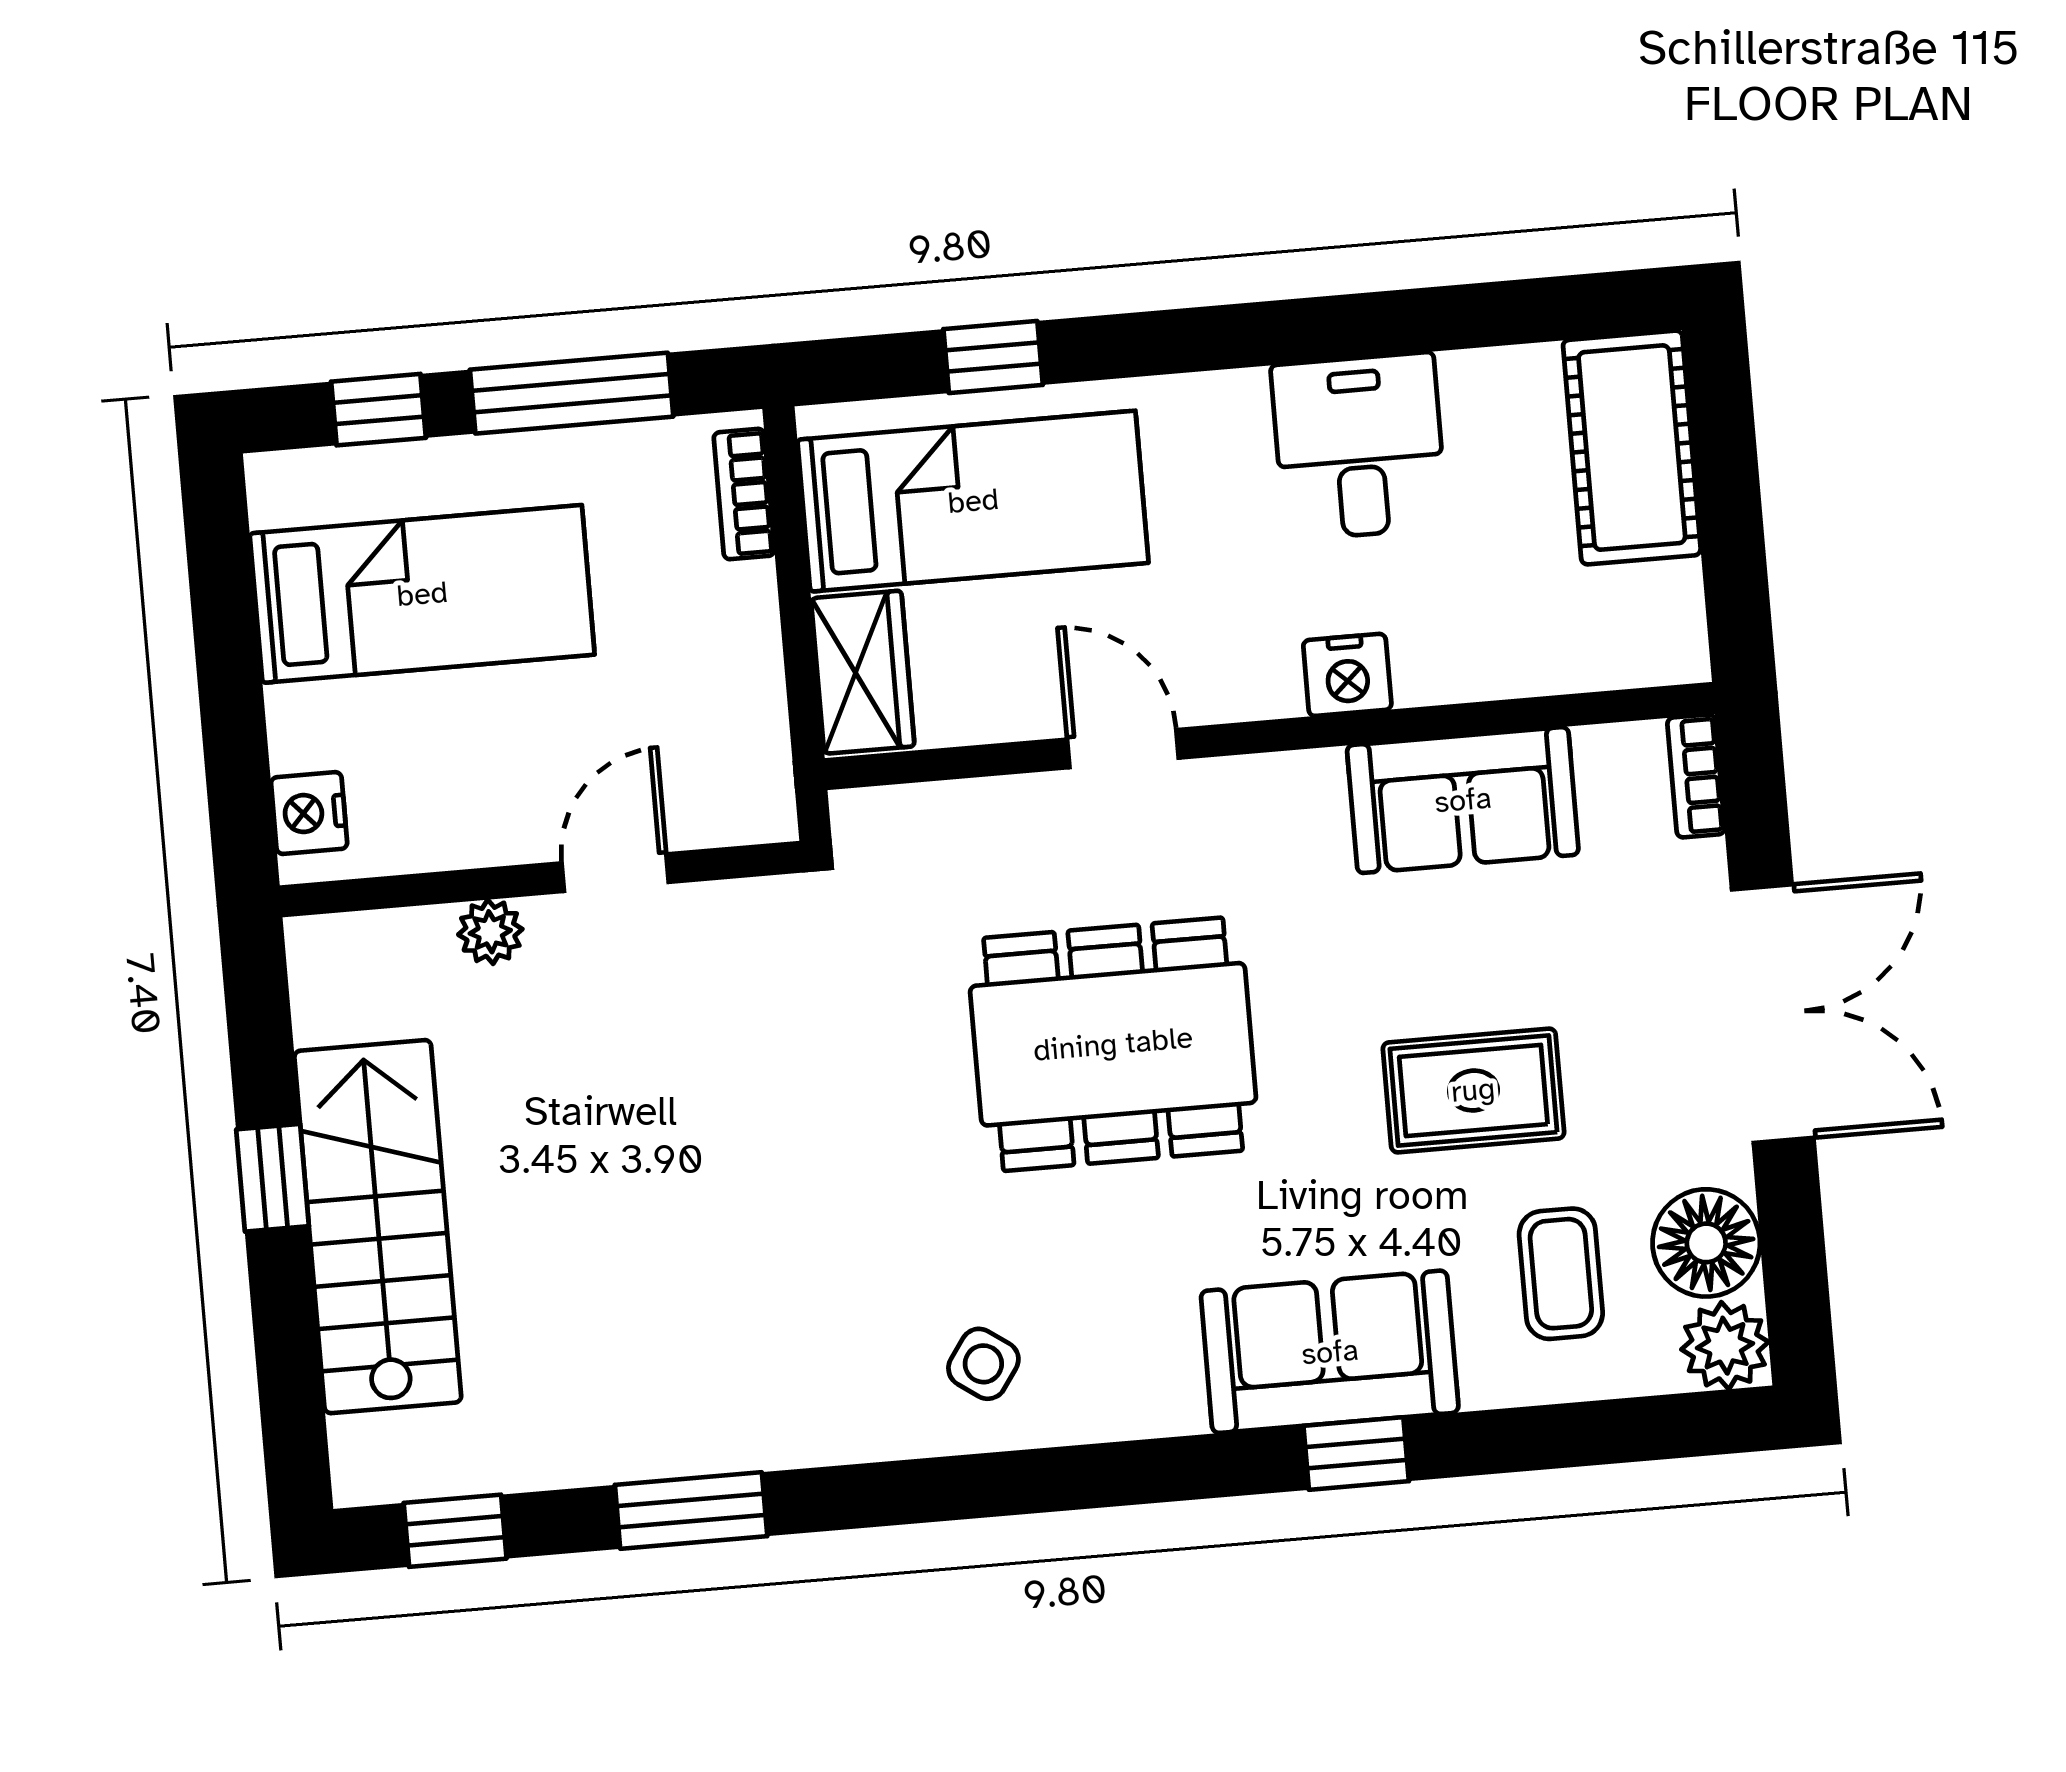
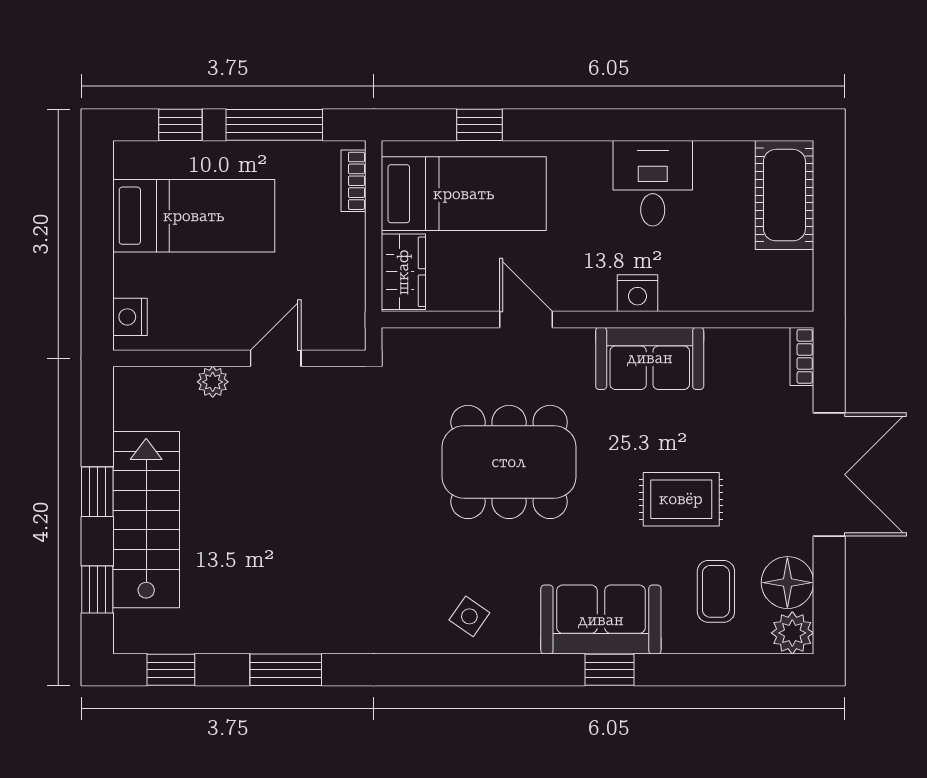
sofa: (1463, 800) -> (650, 358), moved
side table: (983, 1364) -> (469, 616), moved
window: (290, 1379) -> (97, 590), added

